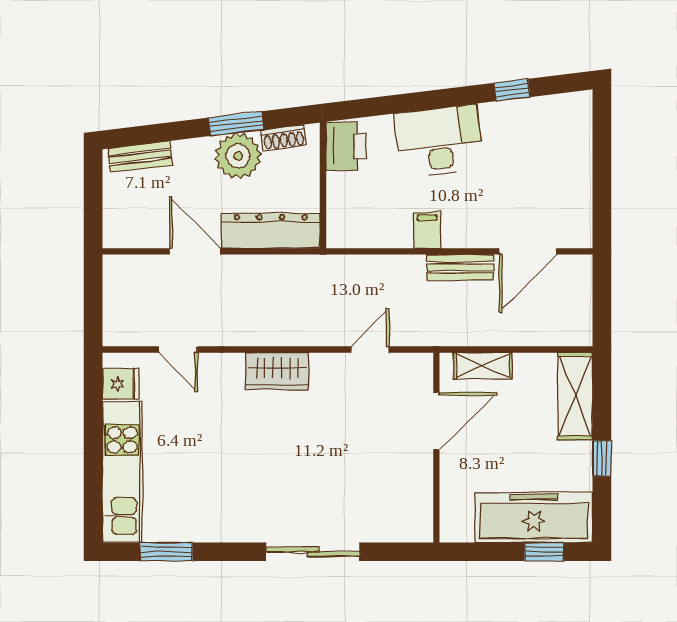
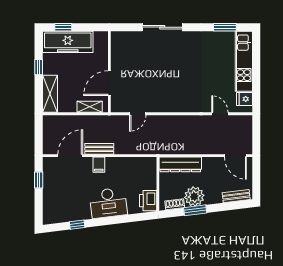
window: (602, 194) -> (39, 180), added
filing cabinet: (427, 230) -> (99, 165), moved
door: (195, 251) -> (235, 156), moved
wardrobe: (277, 371) -> (177, 104), removed

